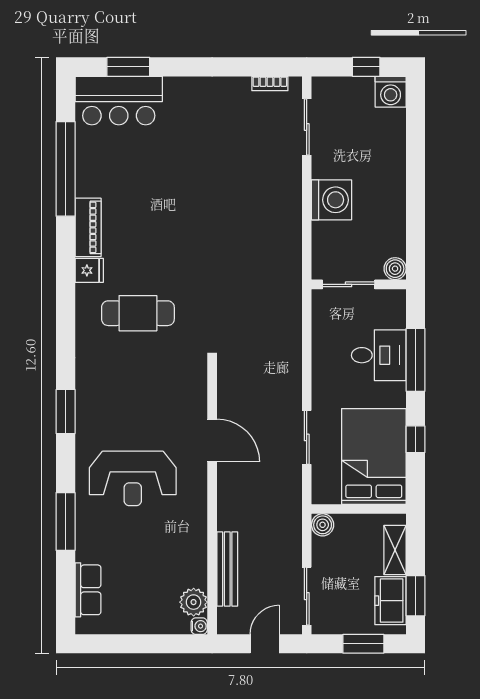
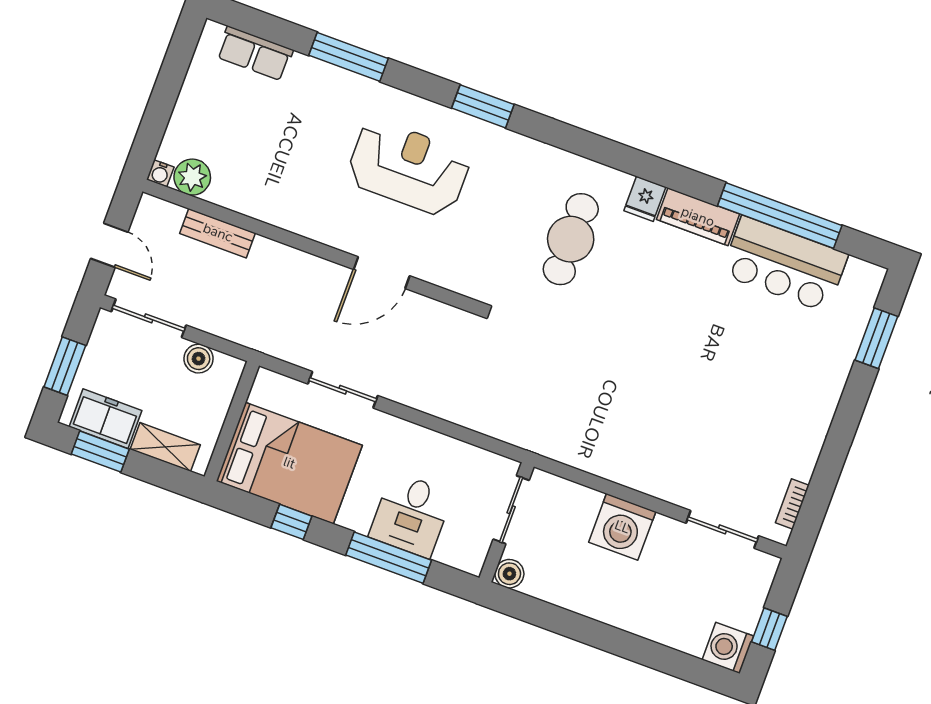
bar counter: (119, 101) -> (785, 264), moved, turned -90
reception desk: (133, 478) -> (409, 168), moved, turned 90
boiler: (323, 525) -> (199, 359), moved
bench: (227, 569) -> (218, 233), width x0.73

